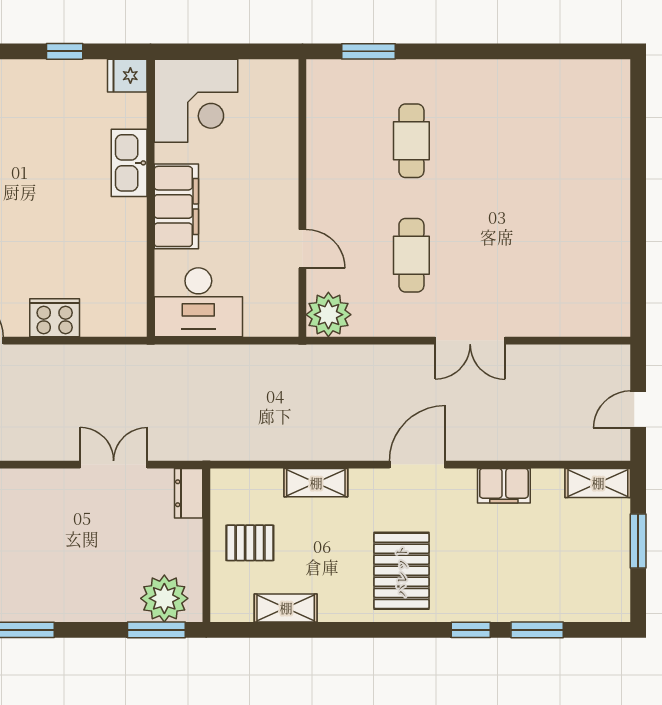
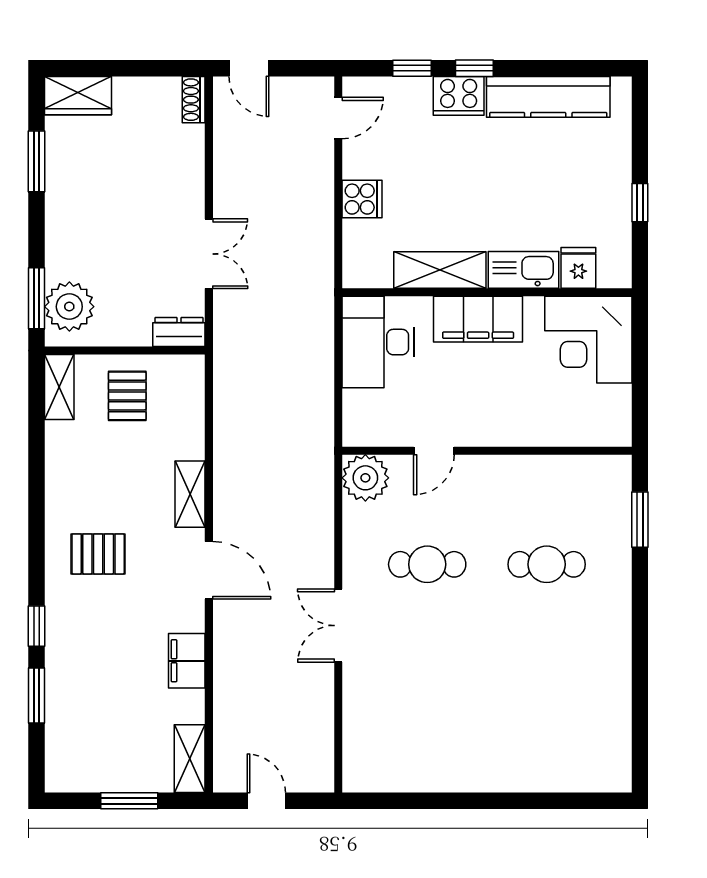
fridge: (127, 76) -> (578, 268), moved
shelving: (129, 243) -> (440, 270), added
cooker: (55, 318) -> (362, 199), width x0.73
shelving: (316, 483) -> (190, 494), moved
pallet: (401, 571) -> (98, 554), width x0.67, depth x0.71
shelving: (286, 608) -> (59, 387), moved

